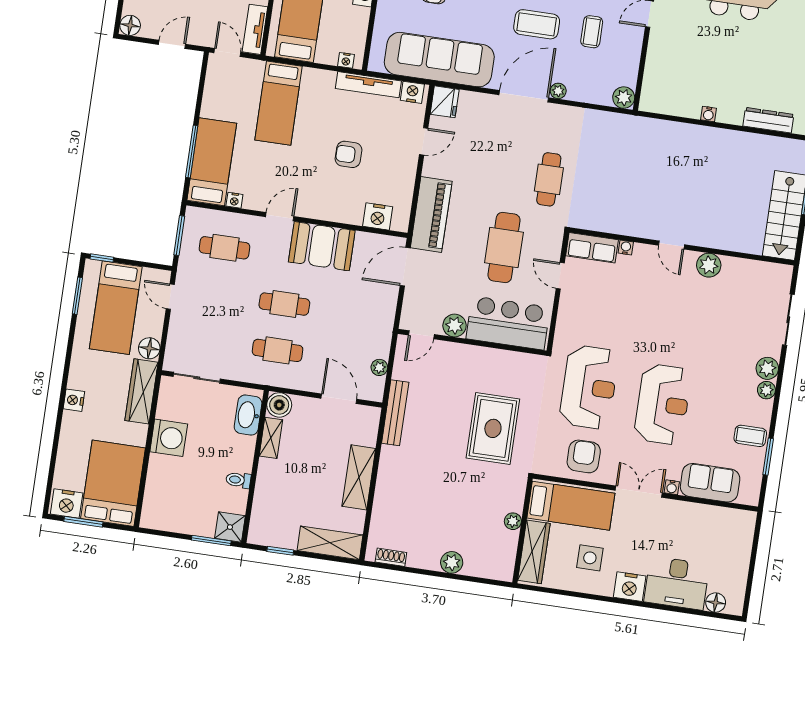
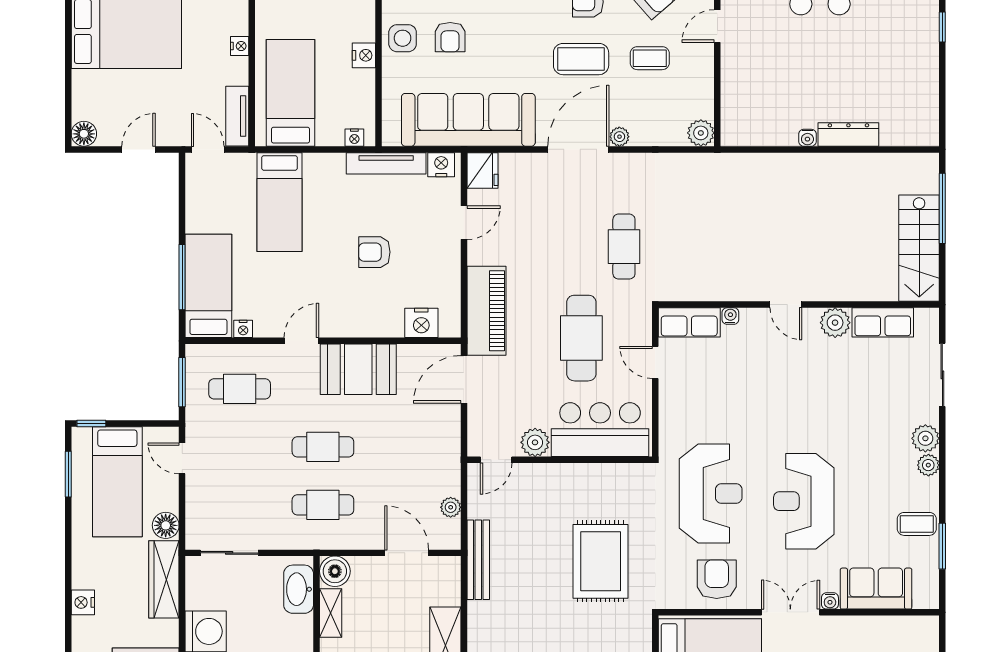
coffee table: (592, 32) -> (650, 58), turned 90
dresser: (768, 120) -> (848, 135), moved
row of seats: (747, 271) -> (883, 322), added
reception desk: (663, 404) -> (804, 501), turned 180

